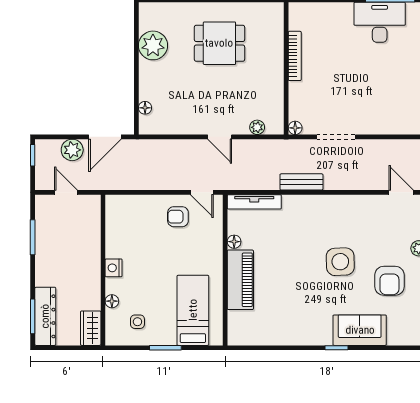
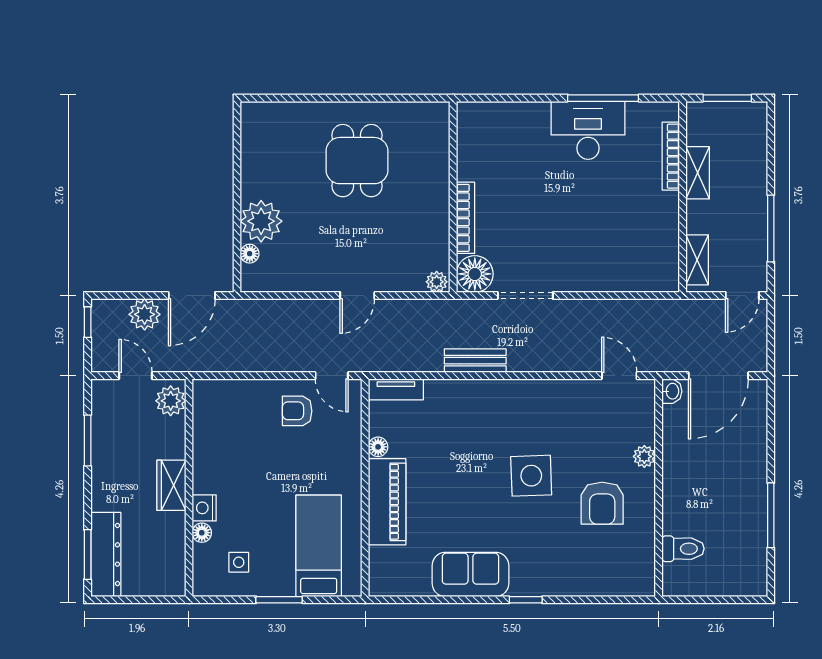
dining table: (219, 43) -> (357, 161), turned 90
plant: (153, 45) -> (261, 221), moved
bookcase: (295, 56) -> (466, 218), moved
plant: (257, 127) -> (437, 282), moved
floor lamp: (295, 128) -> (475, 274), width x1.89, depth x1.89
door: (220, 137) -> (357, 296), hinge flipped
tv unit: (254, 202) -> (396, 389), width x0.71
plant: (90, 210) -> (171, 401), added
nightstand: (114, 268) -> (204, 508), moved
wardrobe: (91, 328) -> (171, 485), moved
sofa: (360, 330) -> (470, 574), moved

